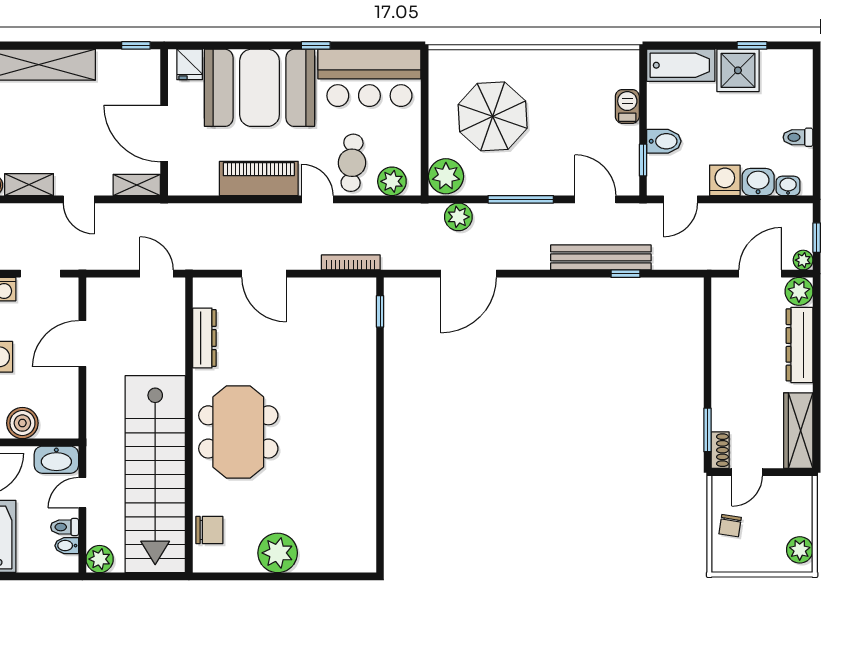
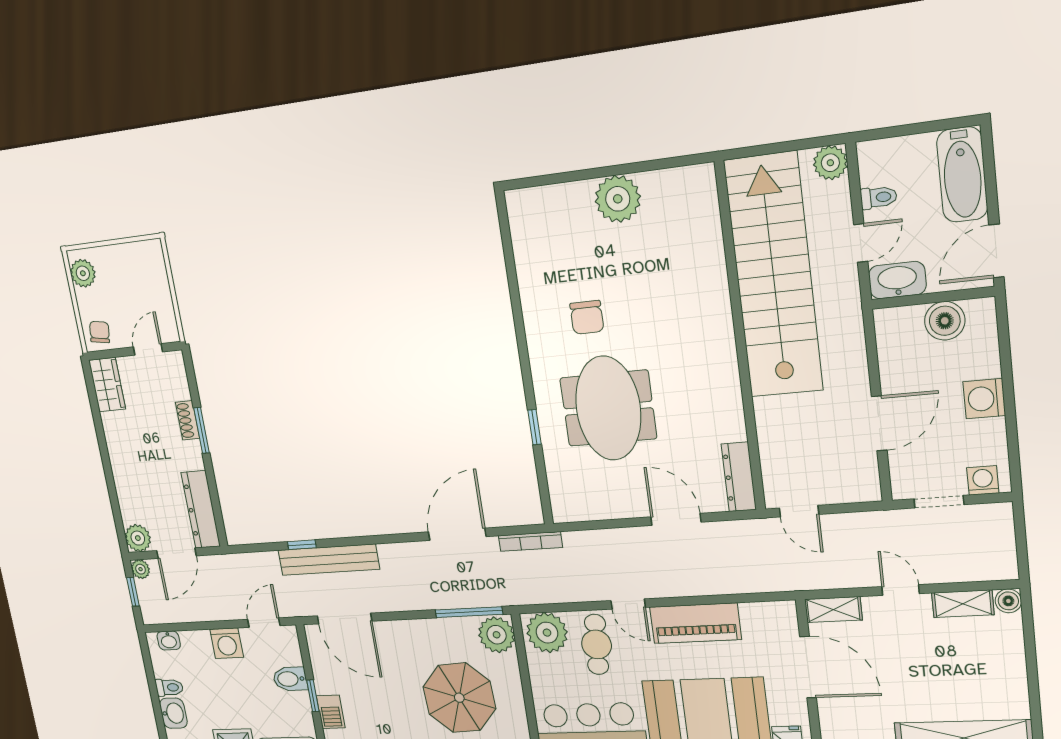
window: (643, 160) -> (313, 696), moved
plant: (392, 181) -> (547, 633), width x1.36, depth x1.36
washbasin: (758, 182) -> (173, 713), moved, turned -90
window: (521, 199) -> (469, 612), moved
door: (595, 199) -> (344, 618), width x1.36
plant: (458, 217) -> (477, 593), removed
bookcase: (351, 262) -> (530, 541), moved
window: (380, 311) -> (534, 427), moved
dresser: (204, 338) -> (739, 477), moved
dresser: (800, 345) -> (201, 509), moved, turned 180
window: (708, 430) -> (201, 430), moved
wardrobe: (798, 431) -> (107, 385), width x0.67
meeting table: (238, 432) -> (608, 408), moved
shoe rack: (720, 450) -> (188, 420), moved
chair: (730, 526) -> (100, 332), moved
chair: (209, 530) -> (587, 317), moved, turned -90
bidet: (67, 546) -> (874, 174), removed

